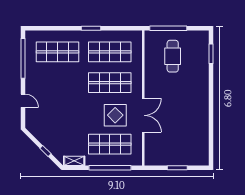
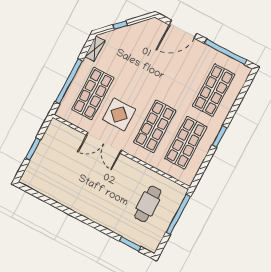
cafe table: (173, 56) -> (148, 204), turned 90
door: (23, 101) -> (183, 29), width x1.88

